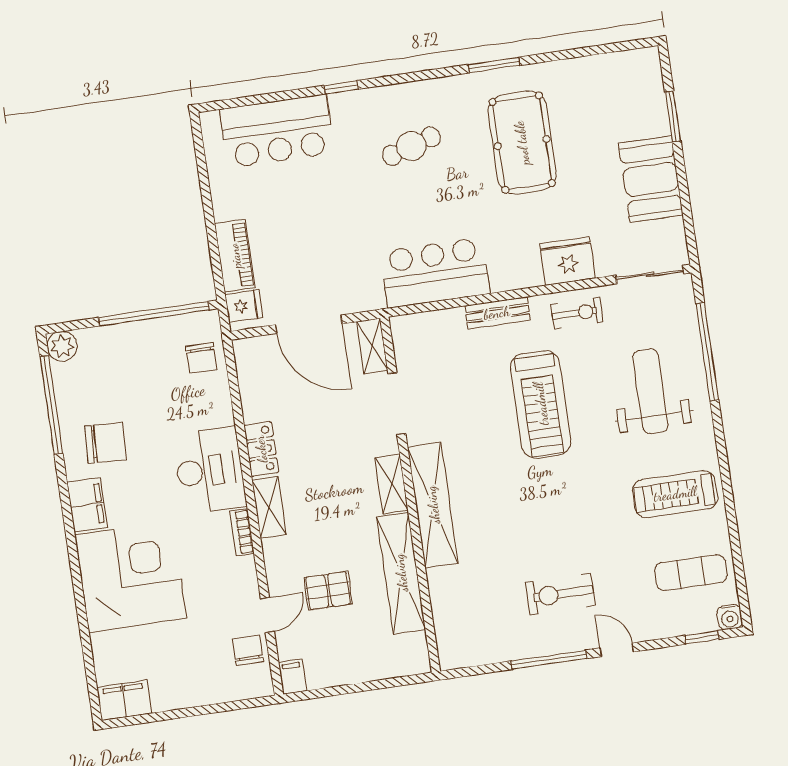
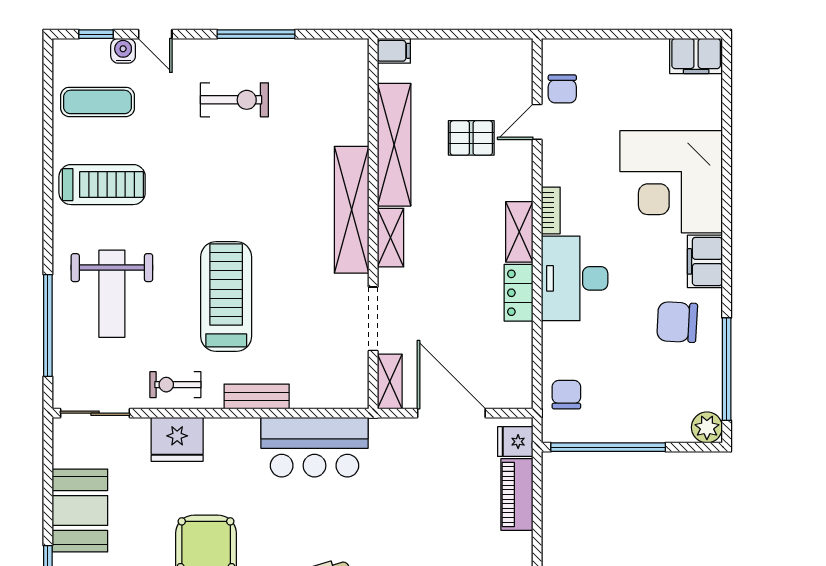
water cooler: (730, 617) -> (123, 51), moved
door: (617, 650) -> (155, 34), moved
filing cabinet: (293, 677) -> (394, 51), moved, turned -90

